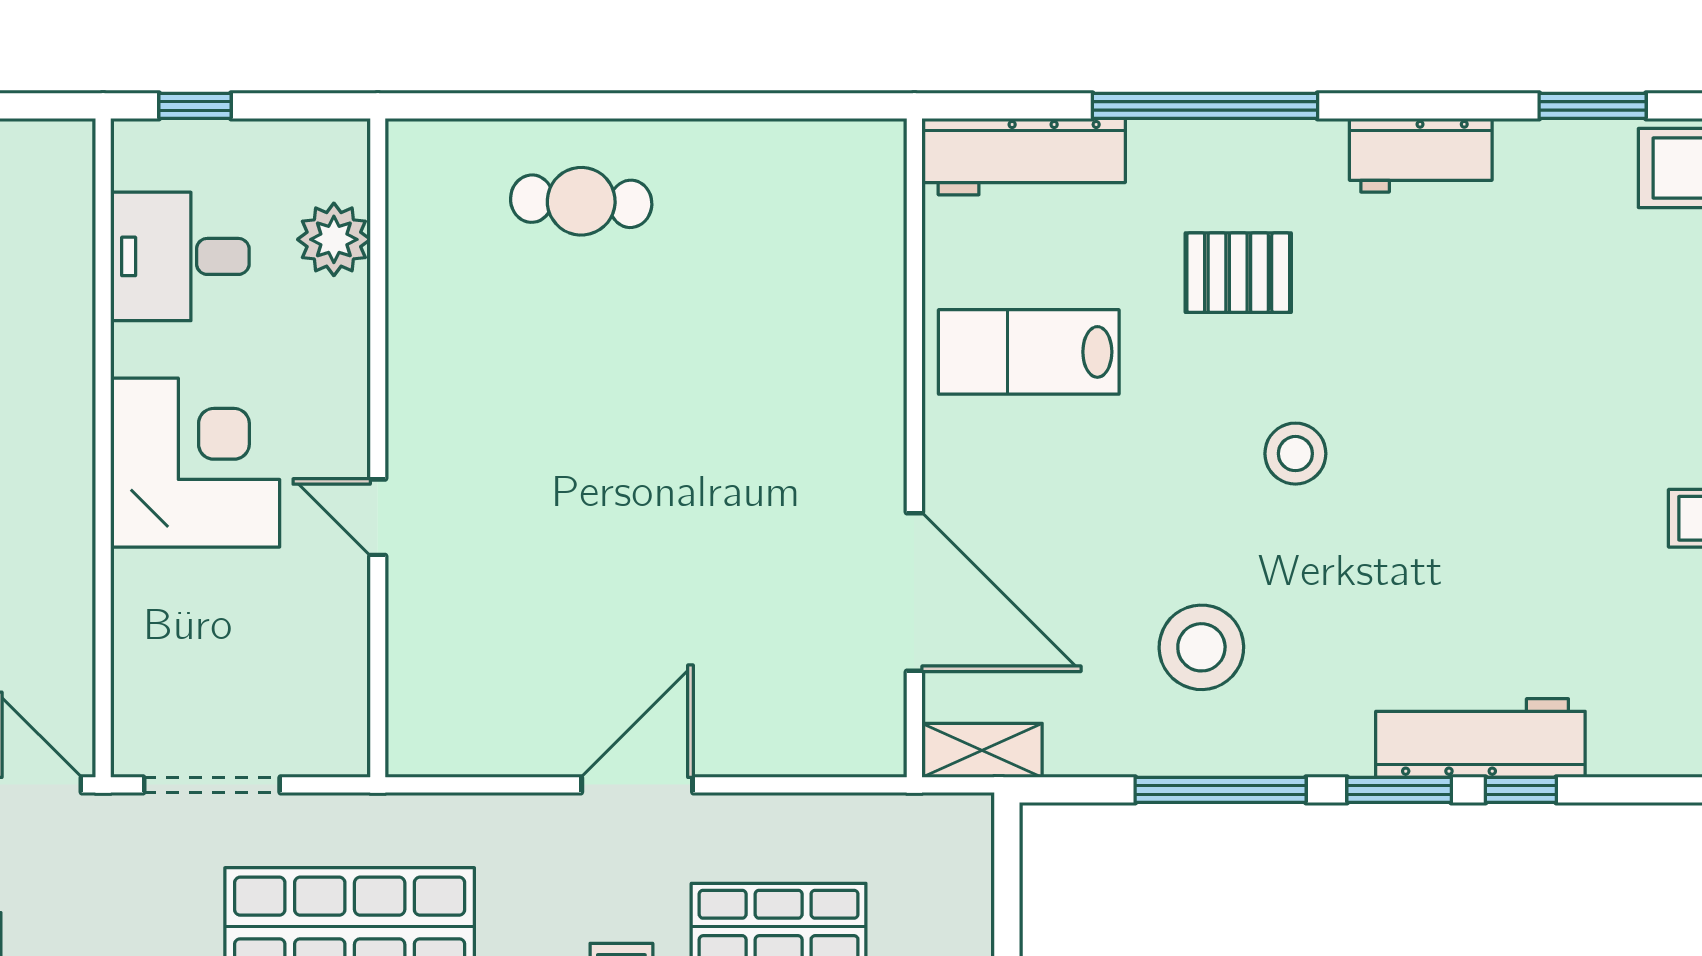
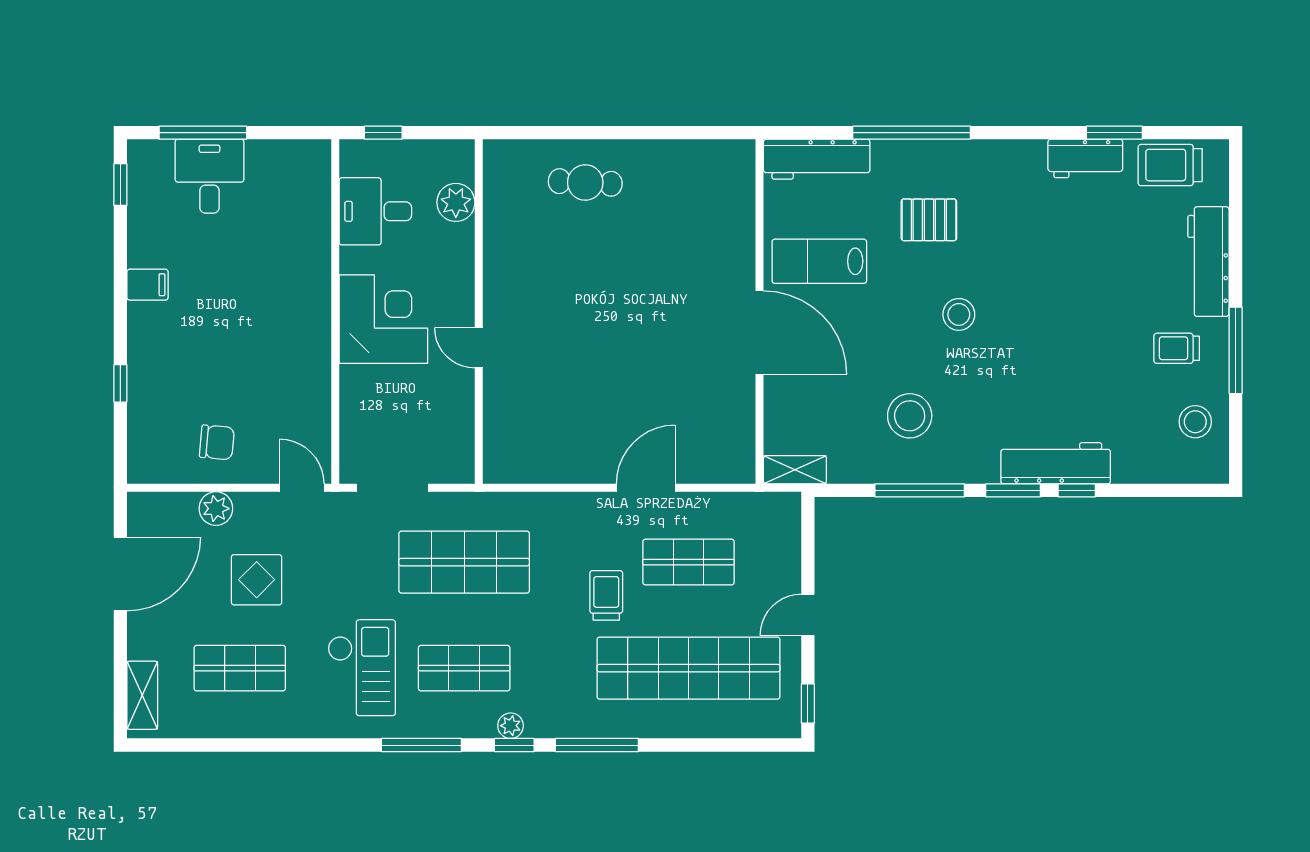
workbench: (1421, 155) -> (1085, 158), moved
door: (914, 592) -> (760, 333), moved
door: (637, 785) -> (646, 488), moved

